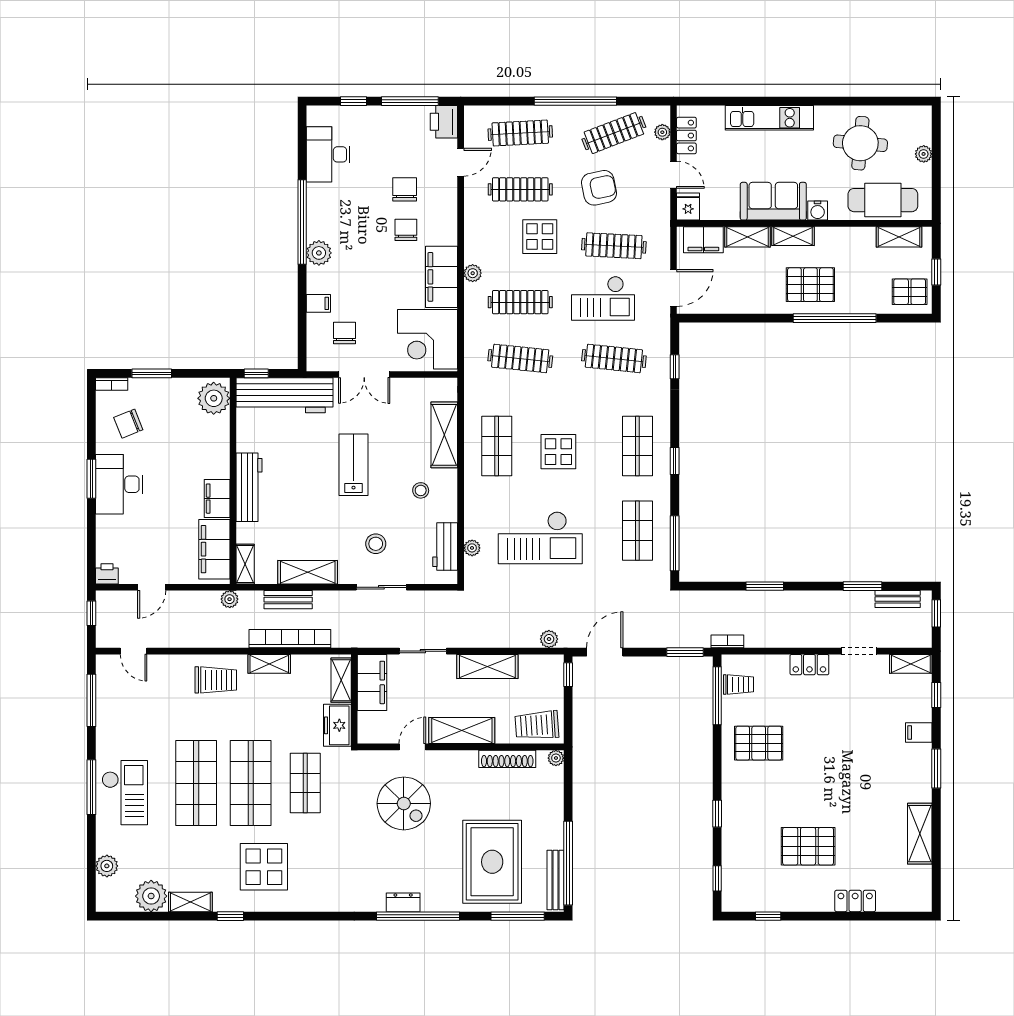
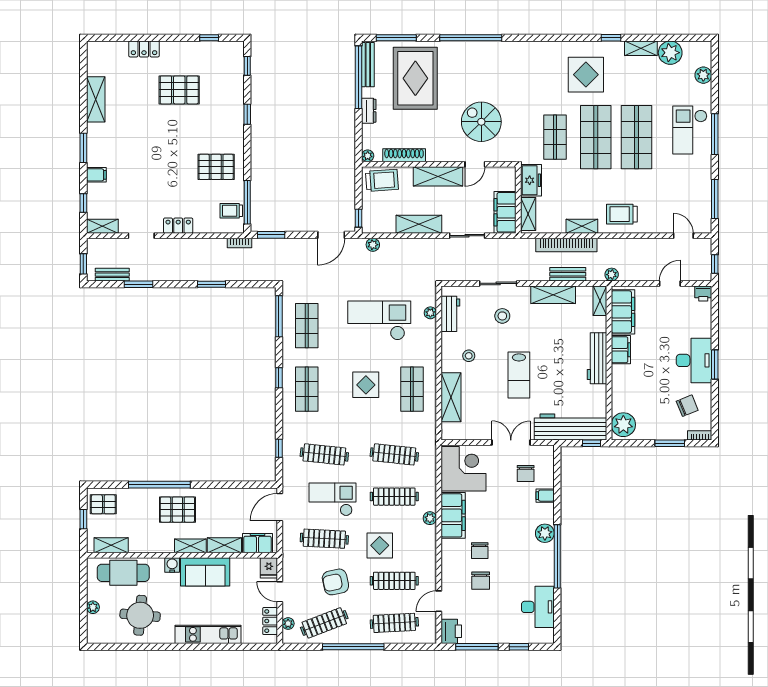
dresser: (403, 902) -> (369, 111), moved, turned -90

